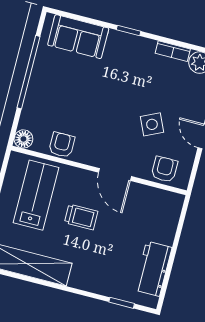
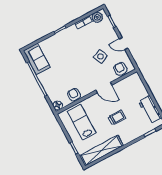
sofa: (78, 37) -> (37, 59), moved, turned -90
trolley: (81, 217) -> (117, 118), moved

